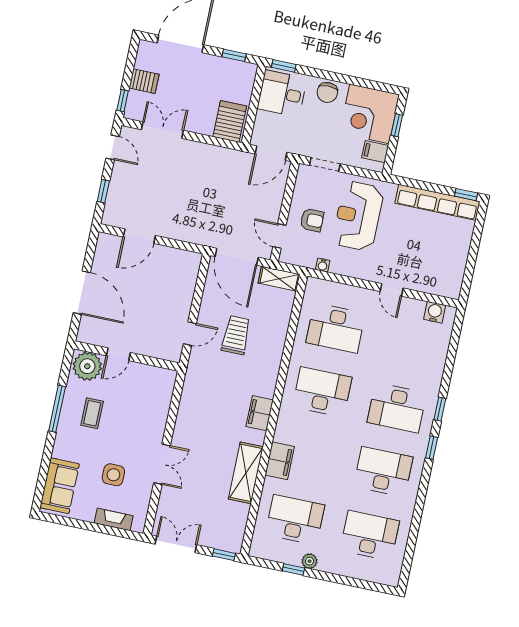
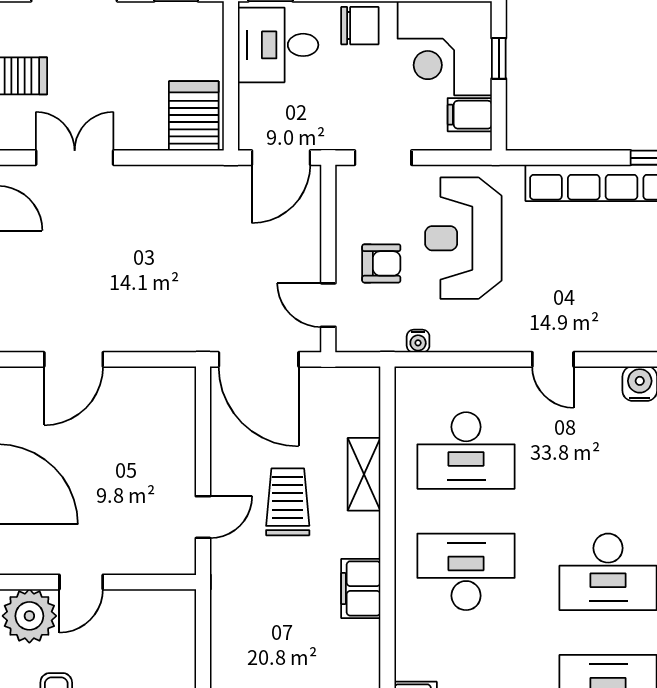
chair: (327, 92) -> (360, 26), turned -90
shelving: (279, 279) -> (364, 474), moved, turned 90
filing cabinet: (260, 413) -> (361, 588), moved

